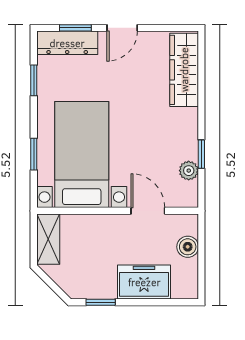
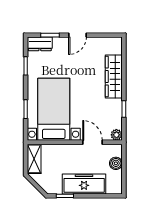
dresser: (67, 43) -> (40, 44), width x0.70
wardrobe: (184, 70) -> (114, 76), moved
plant: (189, 171) -> (116, 135), moved
freezer: (144, 282) -> (84, 184), width x1.40

